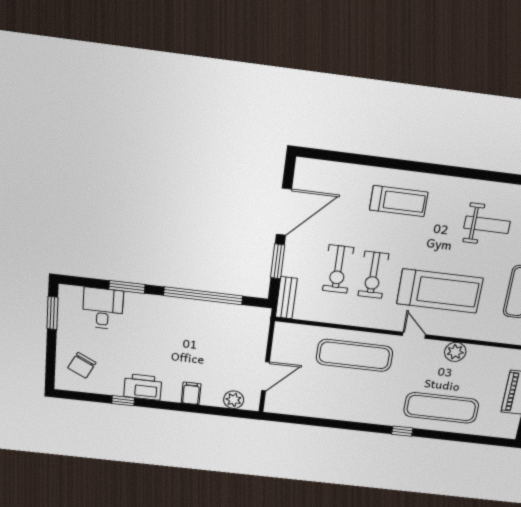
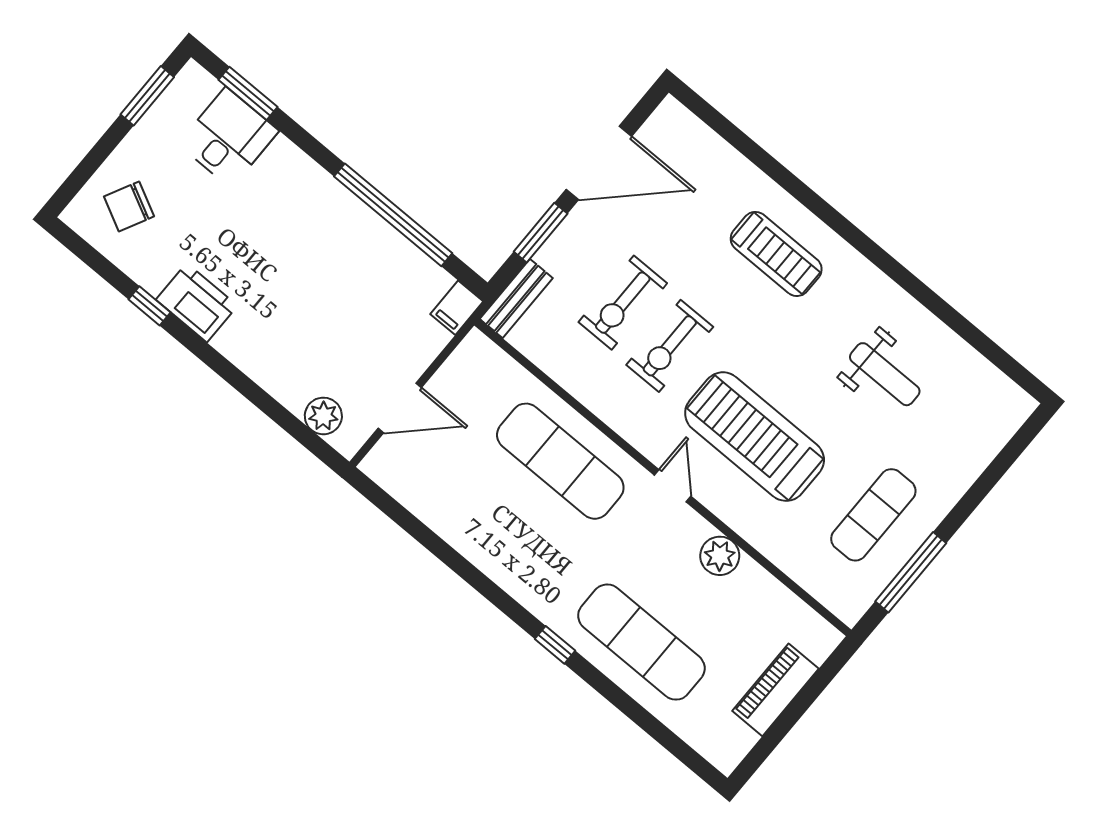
window: (127, 287) -> (248, 93), moved
treadmill: (440, 291) -> (755, 437), turned 180
filing cabinet: (191, 393) -> (457, 308), moved, turned 180

